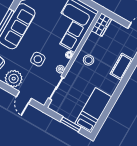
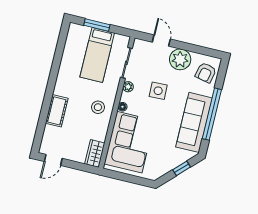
bed: (93, 110) -> (97, 55), moved

